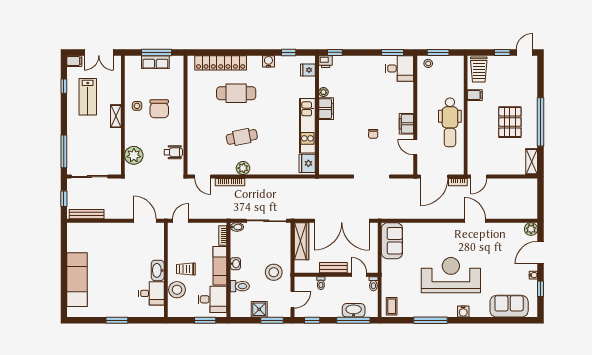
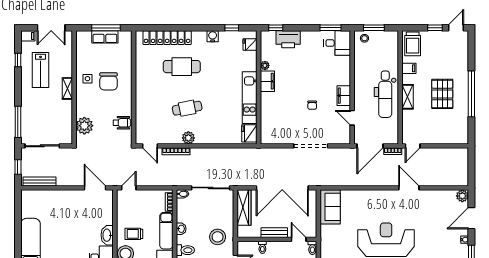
printer: (326, 62) -> (288, 39), moved, width x1.87, depth x1.48
shelving: (532, 162) -> (407, 97), moved

